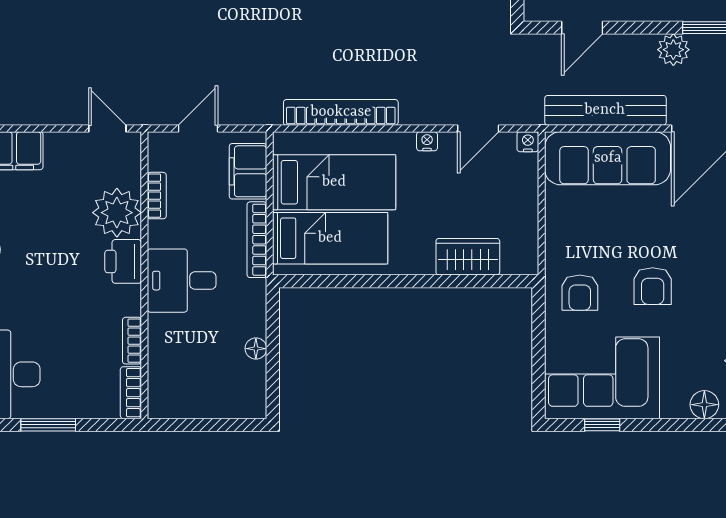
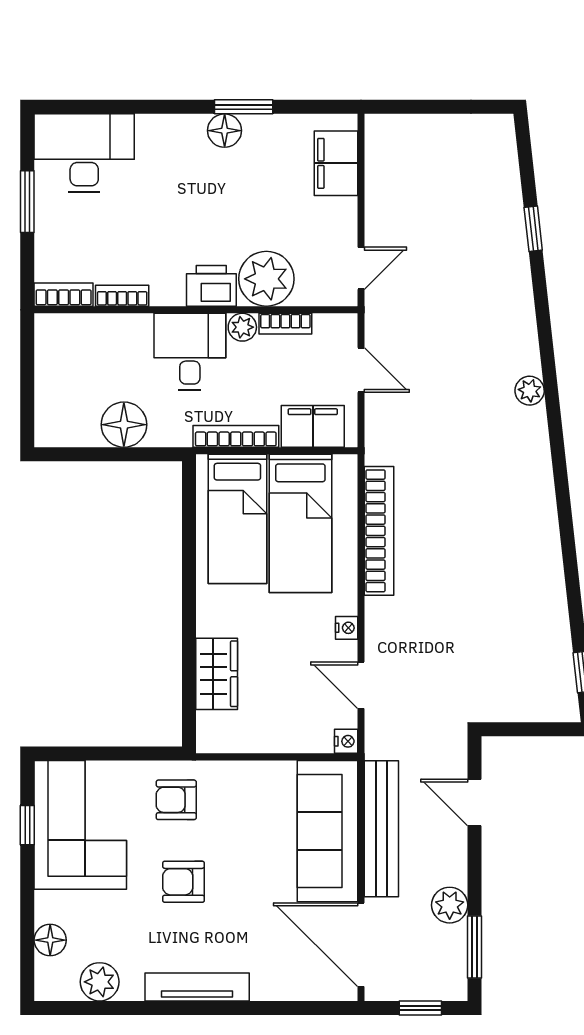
plant: (160, 234) -> (242, 327), added
floor lamp: (256, 349) -> (124, 425), width x1.89, depth x1.89

